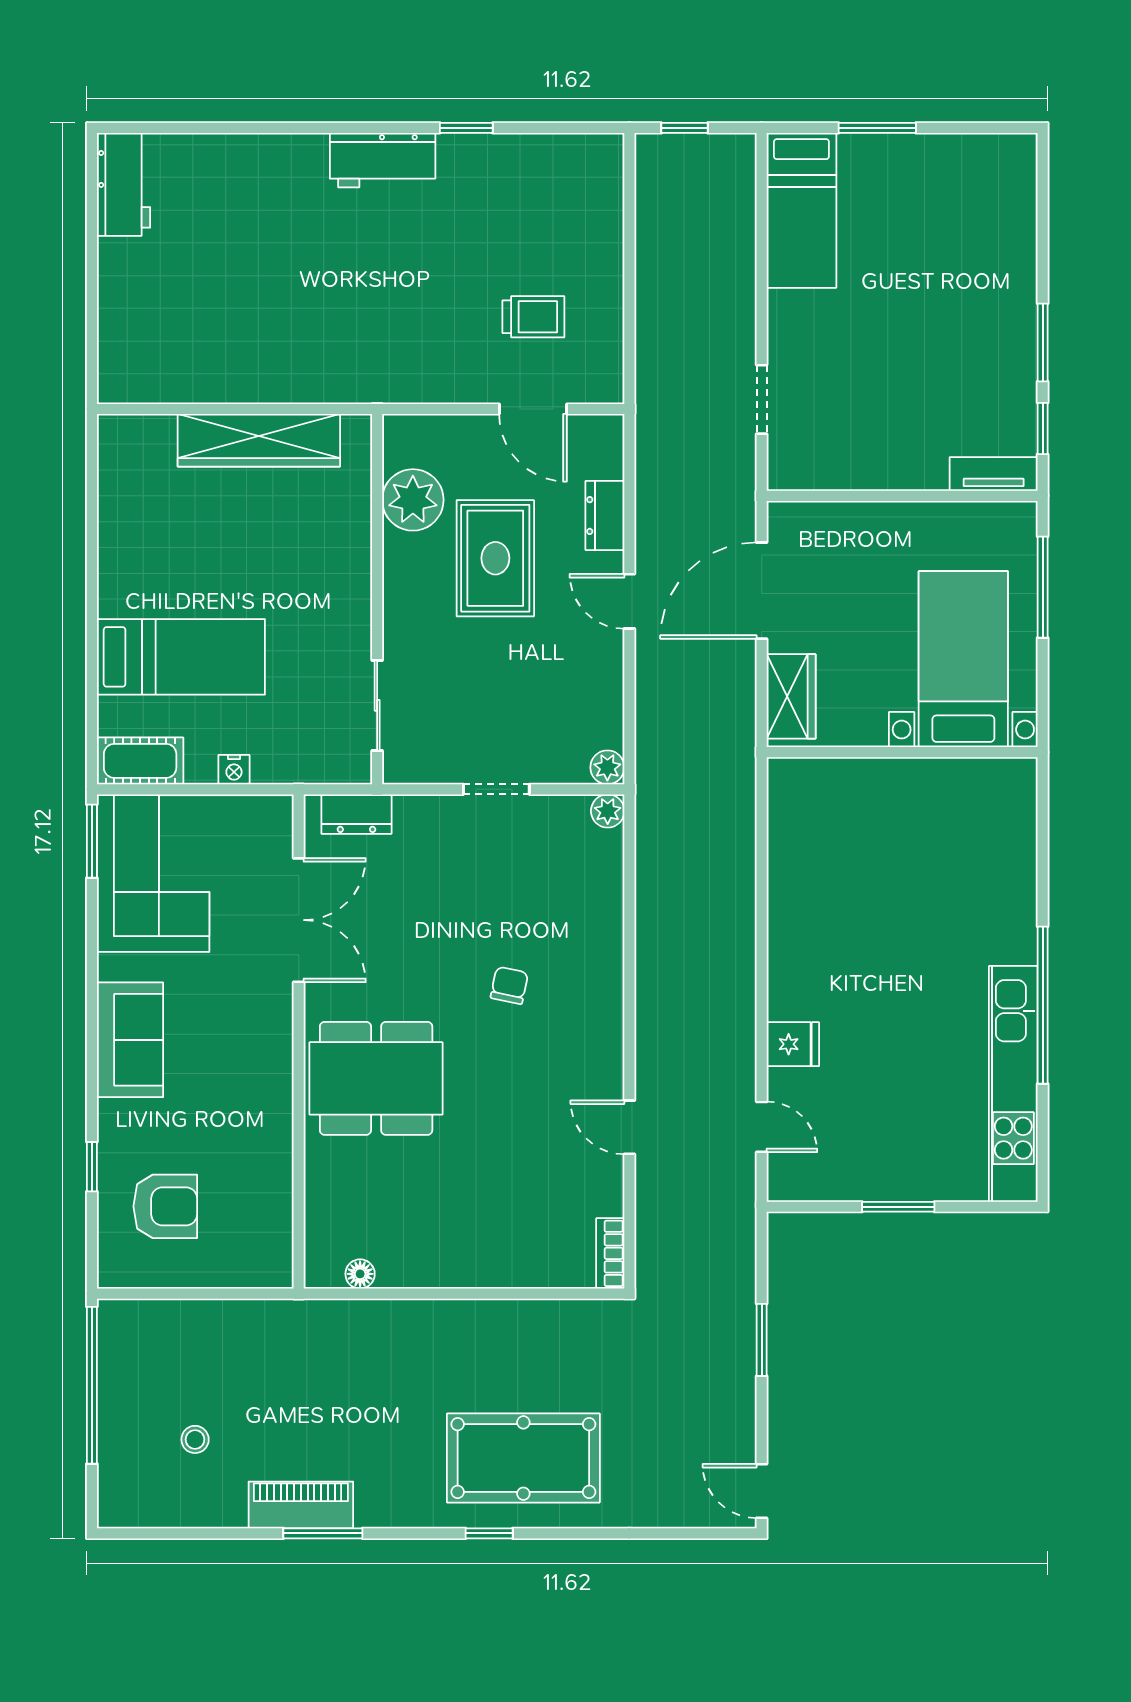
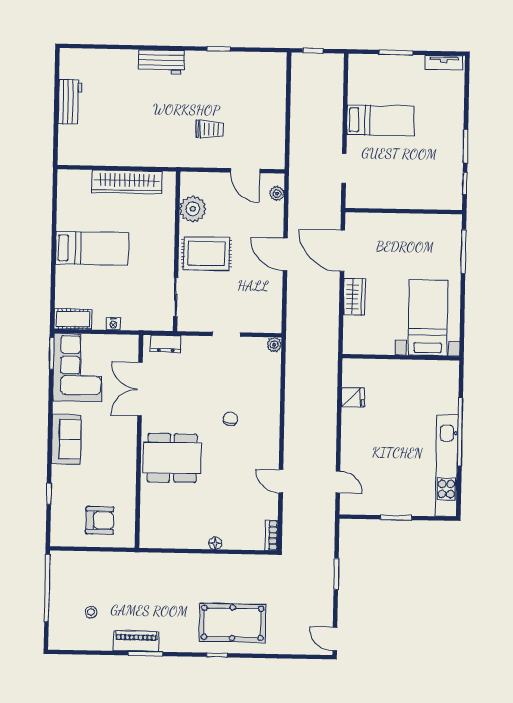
workbench: (383, 160) -> (161, 62), moved
workbench: (124, 184) -> (70, 102), moved
bed: (801, 210) -> (380, 120), moved, turned -90
trolley: (533, 317) -> (210, 129), moved
tv unit: (994, 474) -> (444, 63), moved, turned 180
dresser: (605, 516) -> (275, 217), removed
rug: (495, 558) -> (207, 254), moved, turned 90
door: (762, 591) -> (342, 251), hinge flipped
door: (629, 601) -> (285, 254), width x1.38
bed: (181, 657) -> (92, 248), moved
bed with nightstands: (963, 659) -> (428, 318), moved
wall: (902, 752) -> (401, 357), moved
plant: (607, 767) -> (277, 194), moved
double door: (299, 920) -> (140, 389), swing flipped
fridge: (793, 1044) -> (353, 398), moved
armchair: (165, 1206) -> (100, 520), moved
floor lamp: (360, 1274) -> (215, 543), moved

